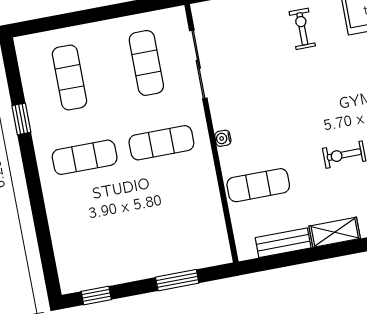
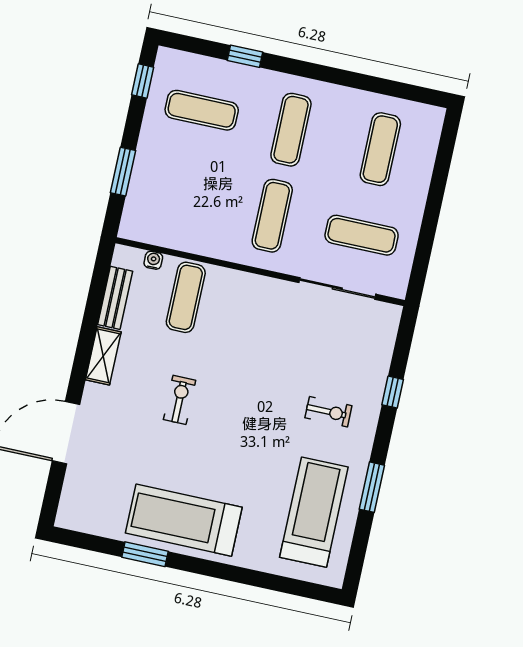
exercise mat: (70, 77) -> (380, 149), turned 90
window: (21, 119) -> (245, 56), moved
water cooler: (223, 138) -> (153, 260), moved
exercise mat: (100, 237) -> (202, 110), added

